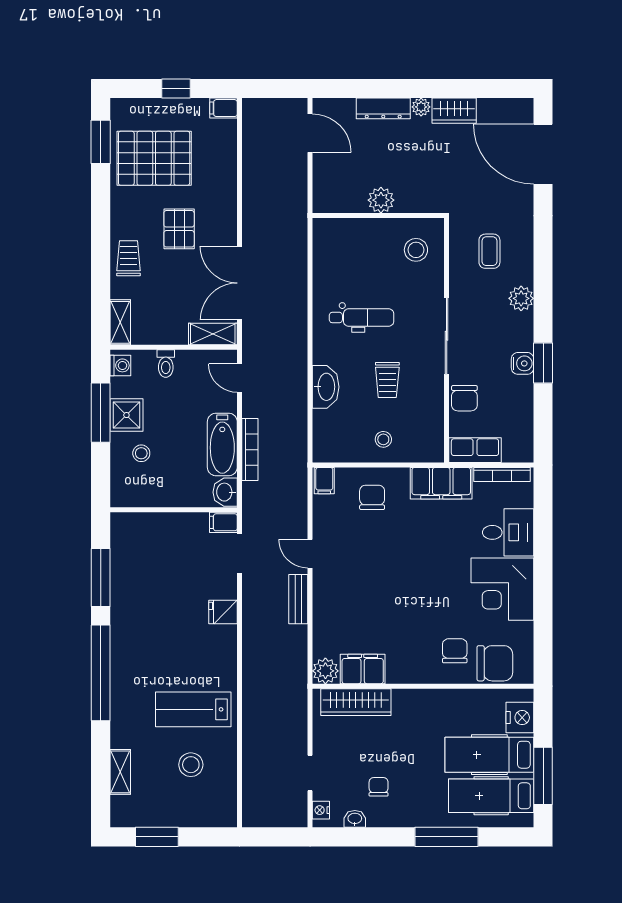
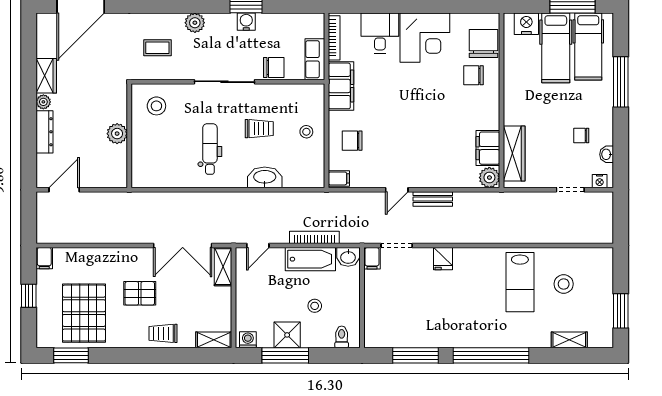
toilet: (166, 364) -> (342, 337), moved, turned -90
stool: (141, 453) -> (315, 306), moved

